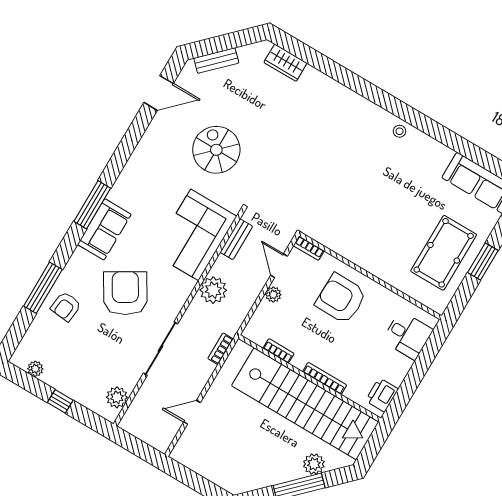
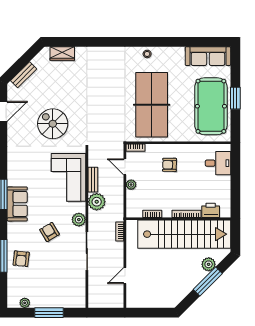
table tennis table: (365, 203) -> (152, 105), added
bench: (236, 239) -> (93, 180), moved
pool table: (444, 253) -> (211, 106), width x1.36, depth x1.32
armchair: (125, 293) -> (49, 232), width x0.53, depth x0.53
armchair: (341, 299) -> (170, 165), width x0.53, depth x0.53
printer: (382, 395) -> (211, 210), moved, turned 90
plant: (117, 397) -> (79, 220), moved
window: (60, 401) -> (49, 313), width x2.17

